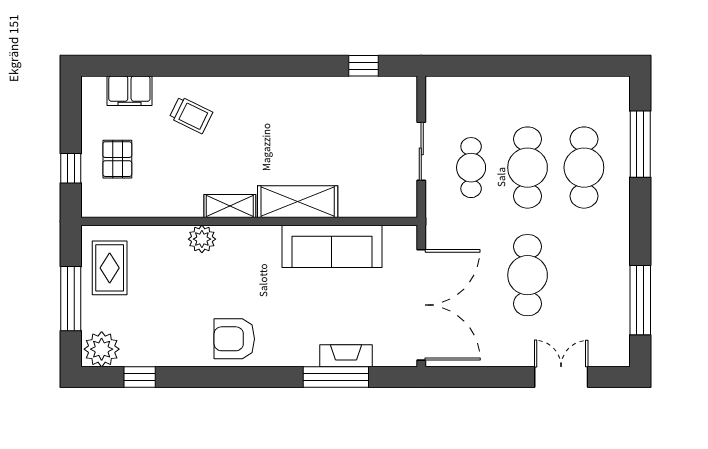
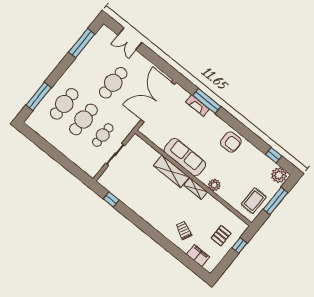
sofa: (332, 246) -> (185, 157), moved

